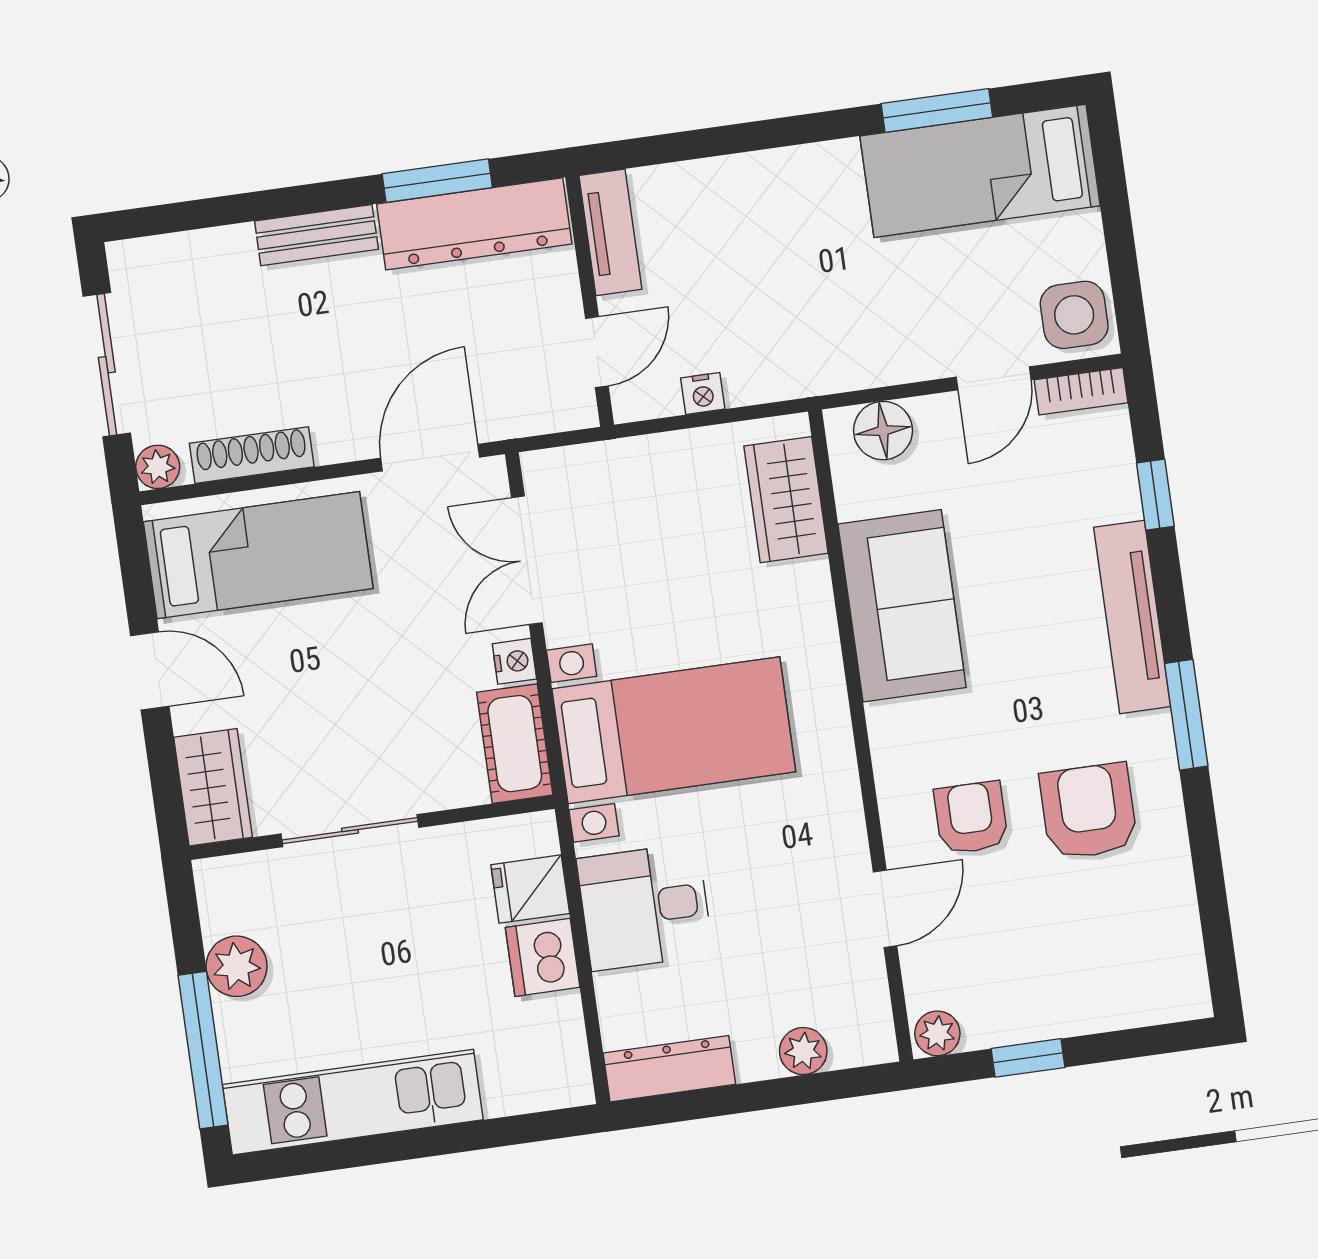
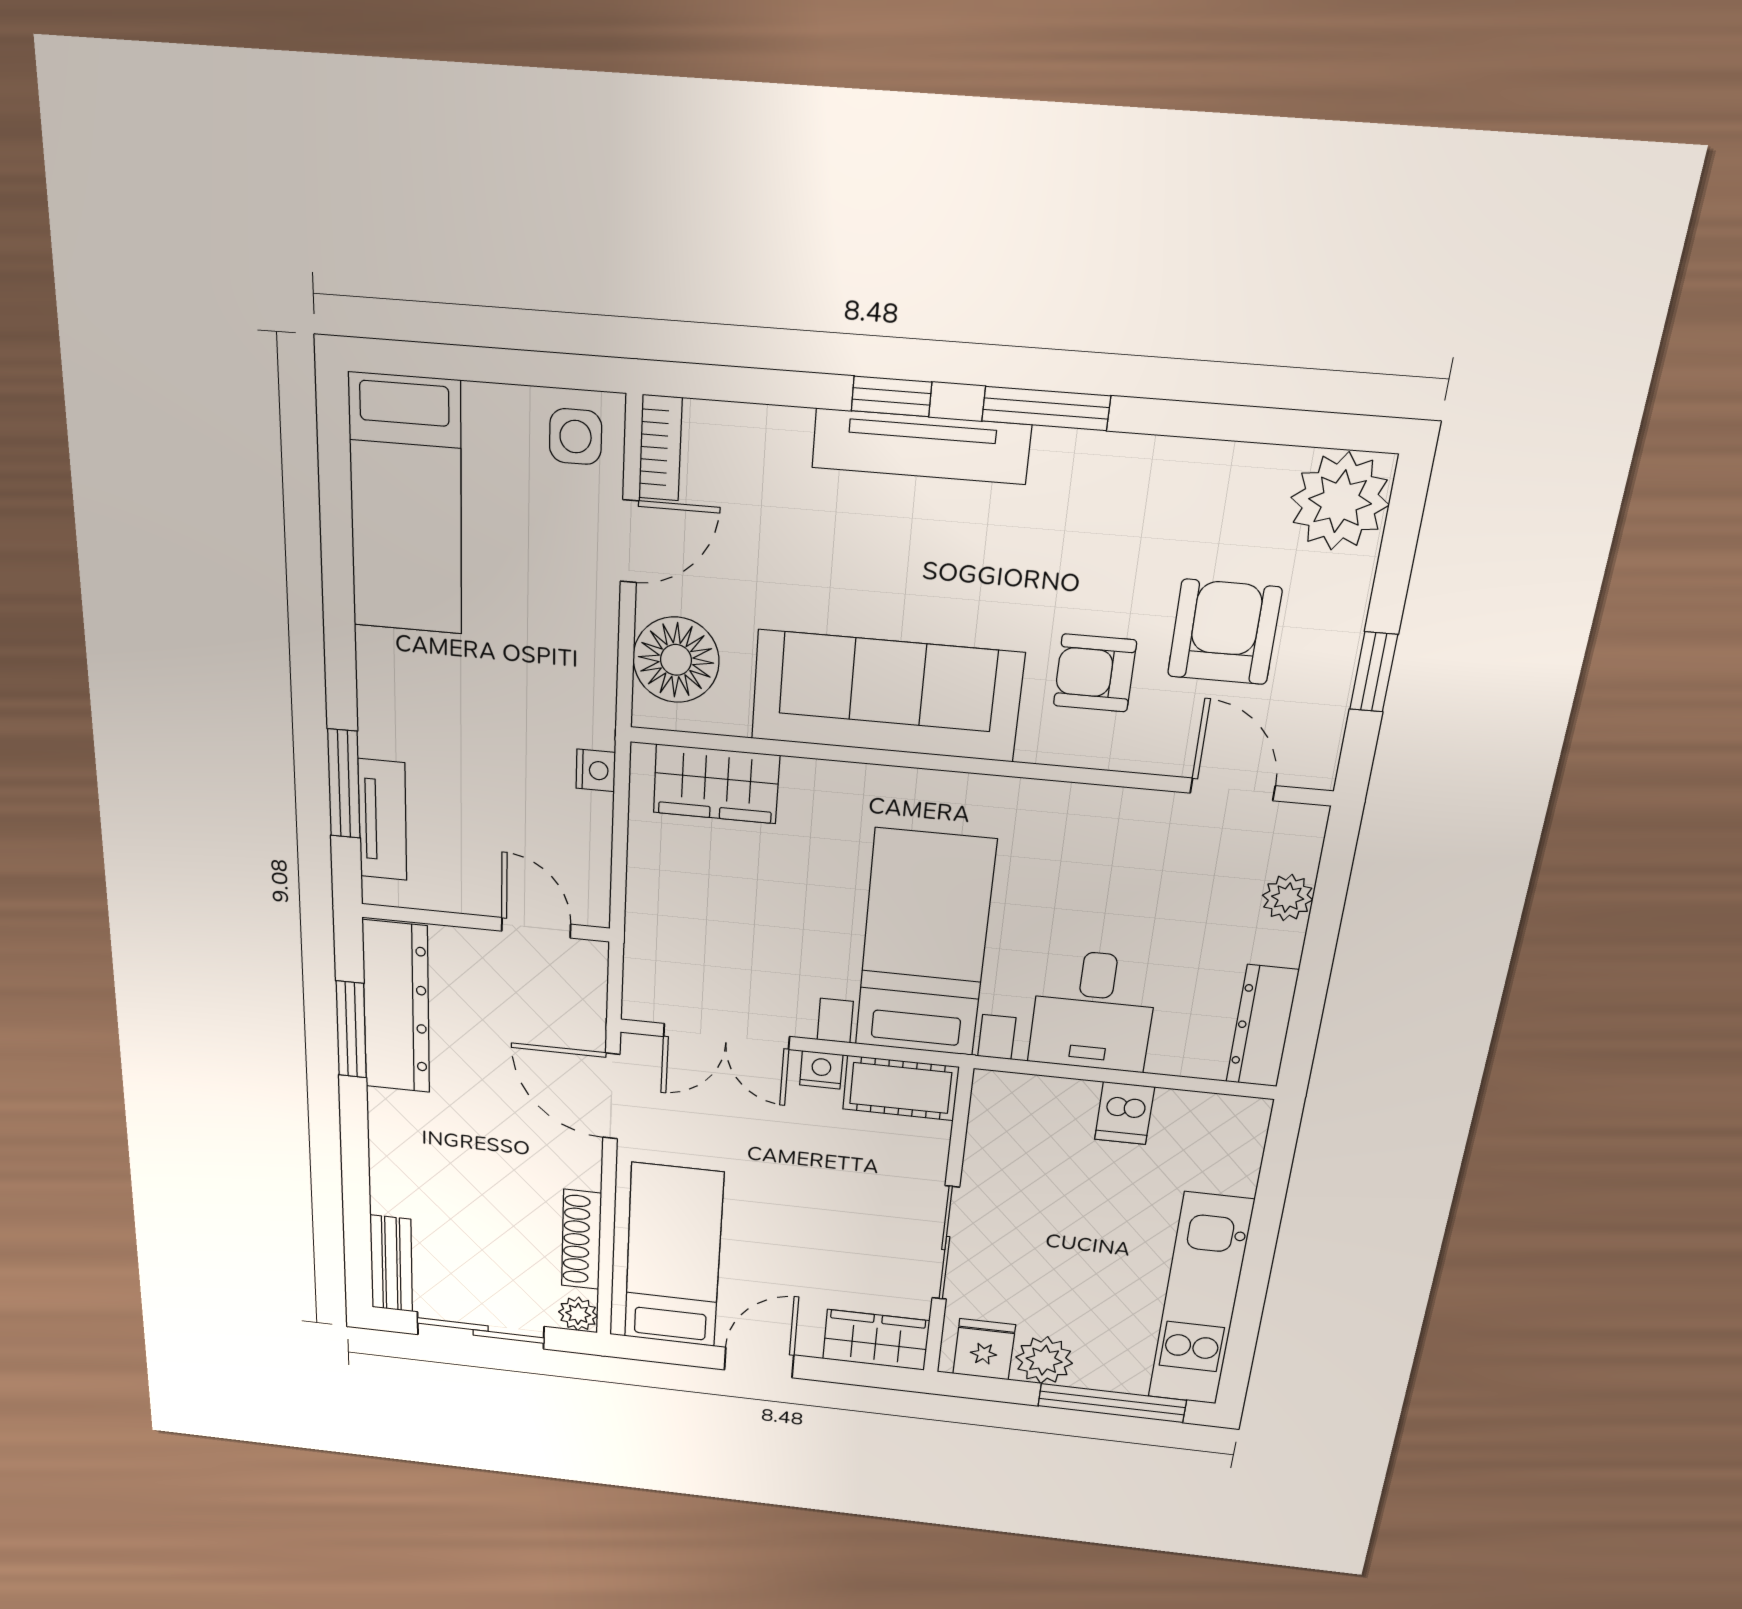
window: (937, 110) -> (344, 784), moved
tv unit: (610, 232) -> (382, 820), moved, turned 90
bench: (316, 235) -> (391, 1264), moved
side table: (1074, 315) -> (576, 437), width x0.73, depth x0.73
door: (994, 378) -> (630, 541), hinge flipped
nightstand: (703, 394) -> (596, 770), moved
floor lamp: (883, 431) -> (676, 660), width x1.38, depth x1.38
window: (1155, 495) -> (891, 396), moved
sofa: (902, 606) -> (886, 696), width x1.36
armchair: (1088, 811) -> (1224, 632), moved, turned 90
fridge: (530, 889) -> (984, 1349), moved, turned 180
door: (885, 909) -> (1233, 789), moved
dishwasher: (543, 957) -> (1125, 1113), width x0.73
plant: (937, 1033) -> (1340, 501), moved, width x1.88, depth x1.88

